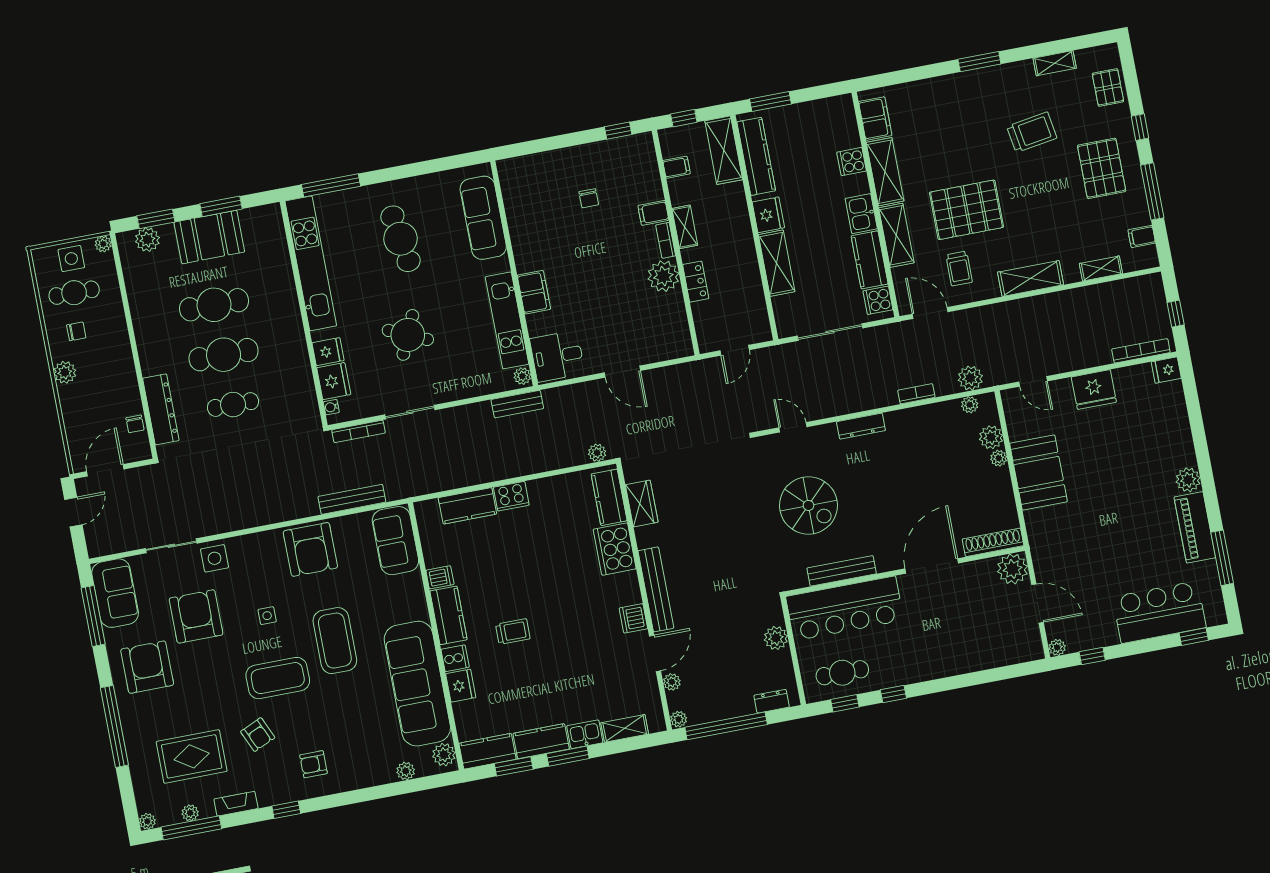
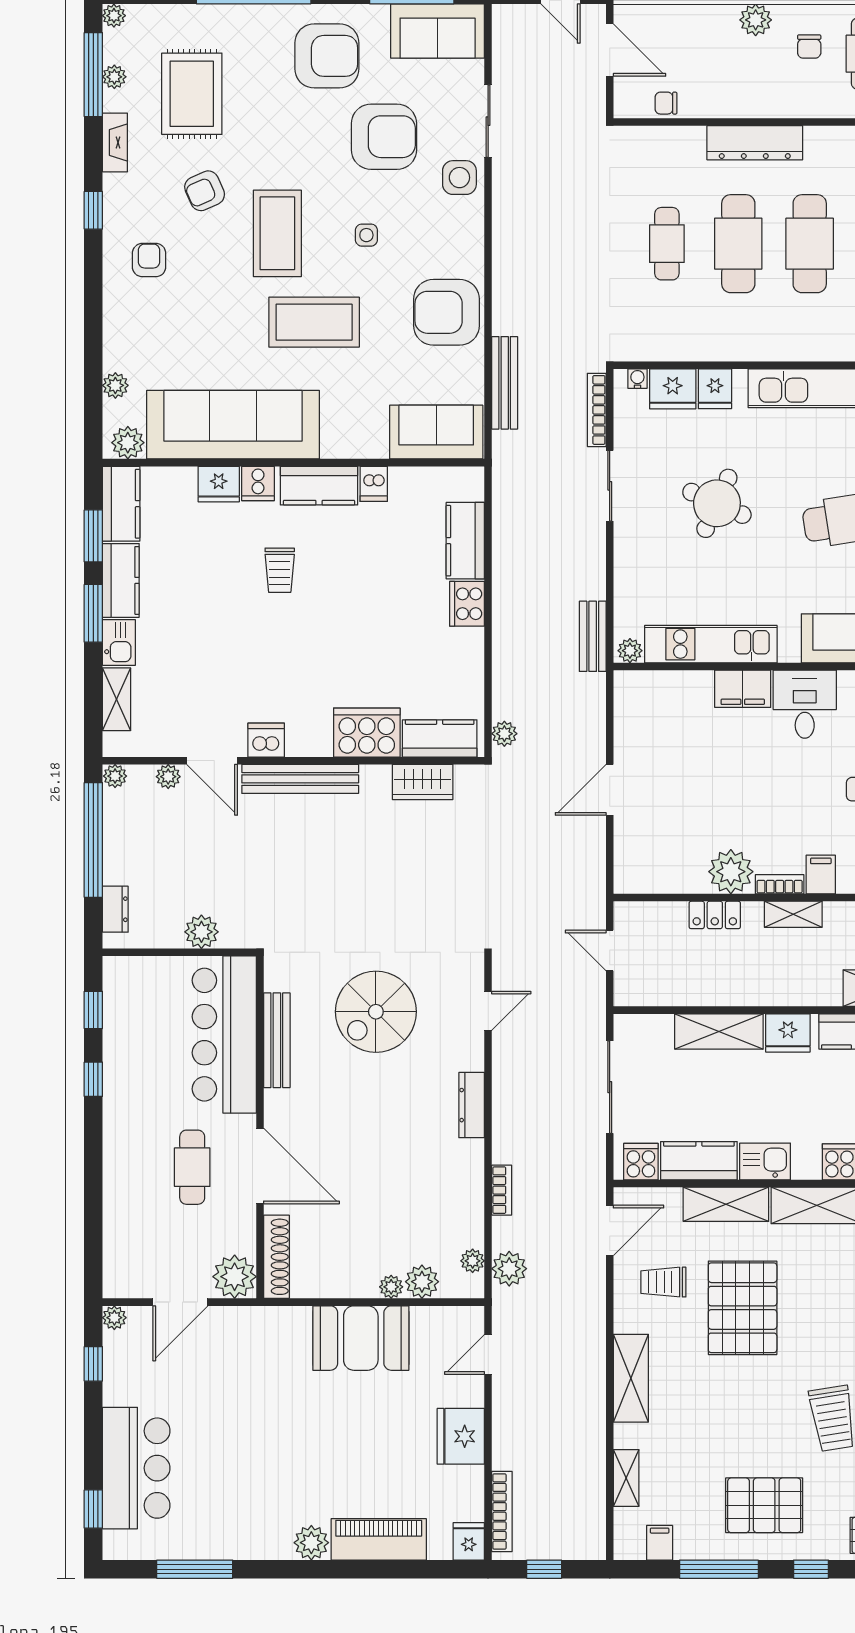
desk: (557, 356) -> (805, 704), moved
dresser: (161, 409) -> (755, 143), moved
piano: (1195, 527) -> (379, 1539), moved
cafe table: (842, 673) -> (192, 1167), moved

